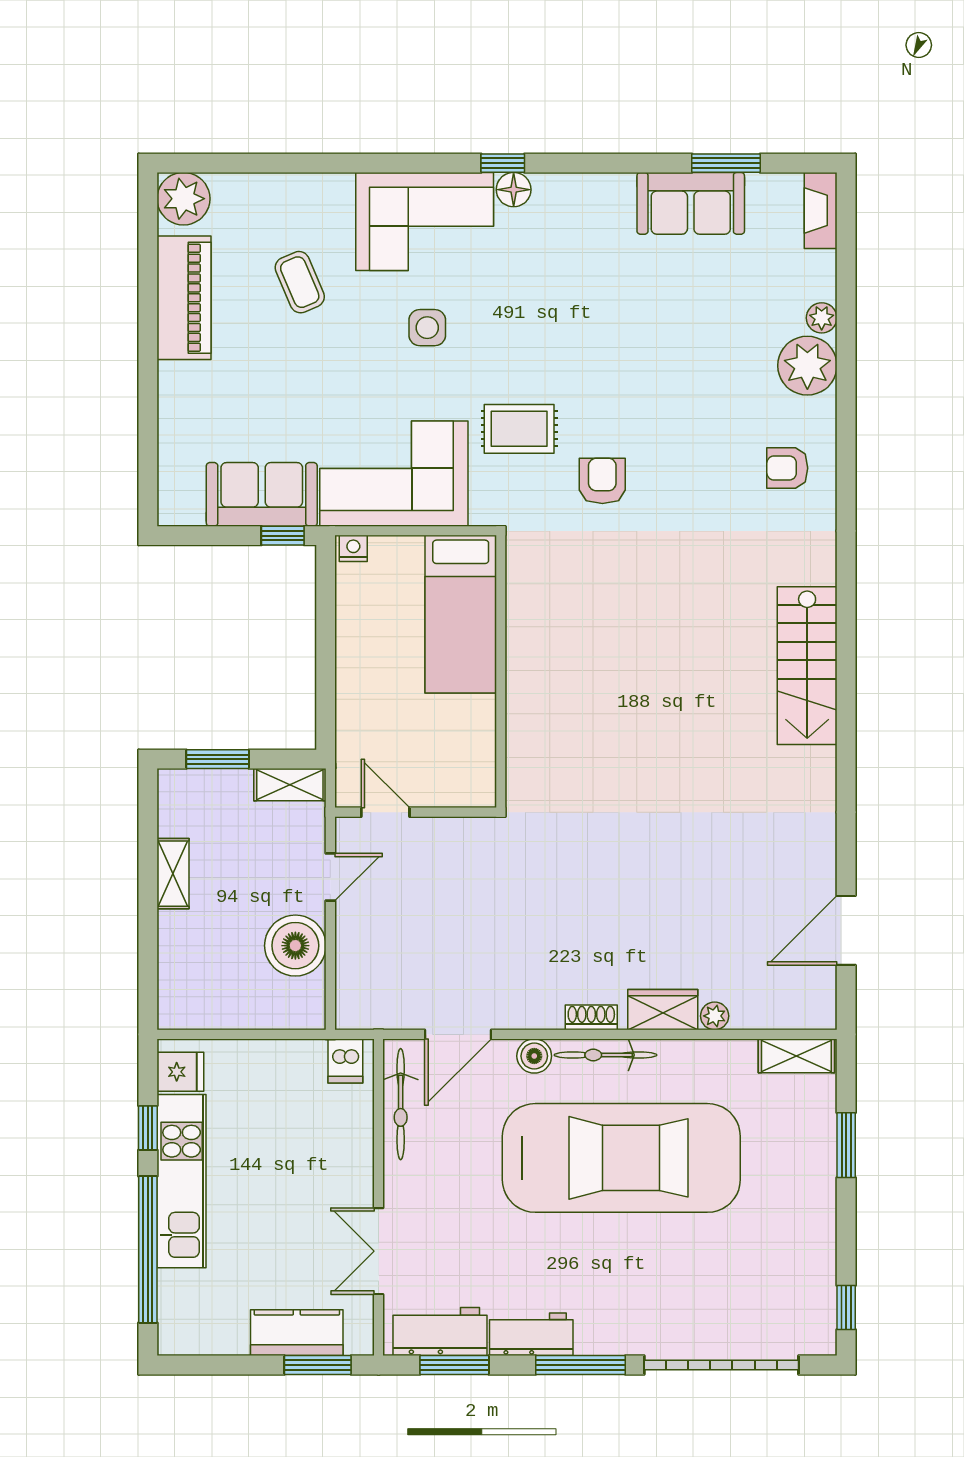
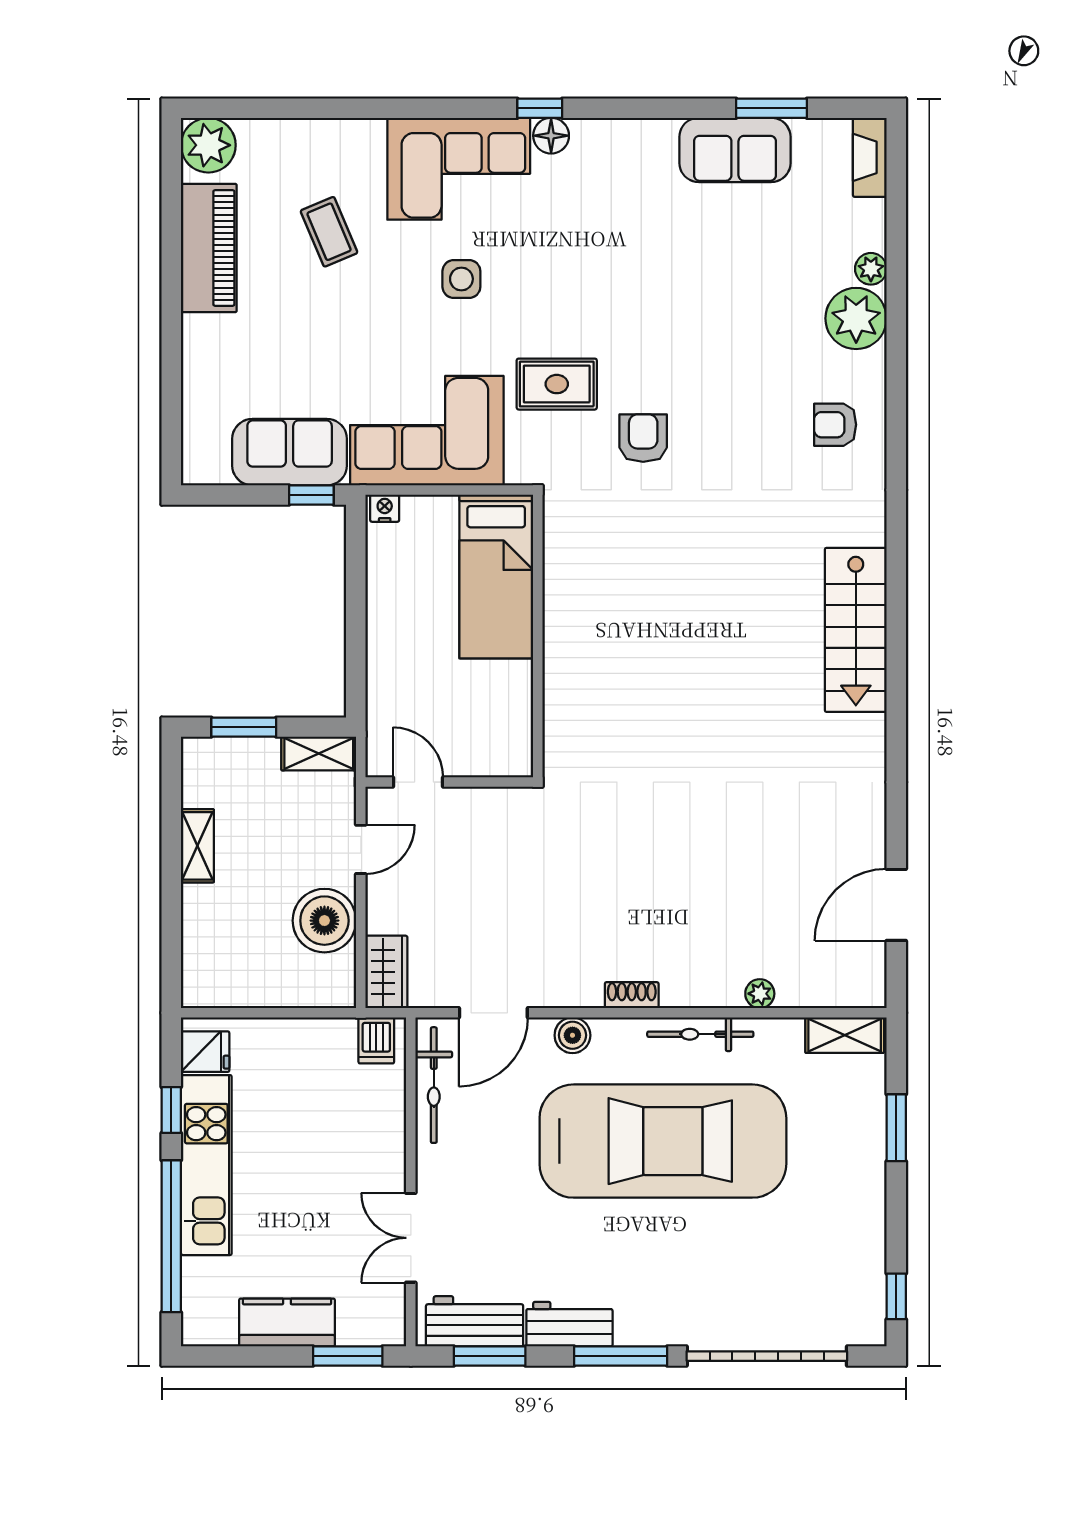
wardrobe: (663, 1010) -> (386, 972), moved, turned 90
bicycle: (606, 1055) -> (700, 1034), moved
kitchen counter: (297, 1333) -> (287, 1322), moved

